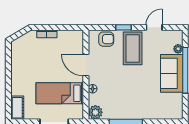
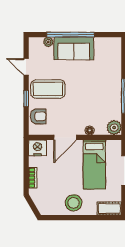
nightstand: (76, 38) -> (38, 148), added
armchair: (106, 39) -> (38, 116), turned 90
stool: (23, 73) -> (74, 203), added

